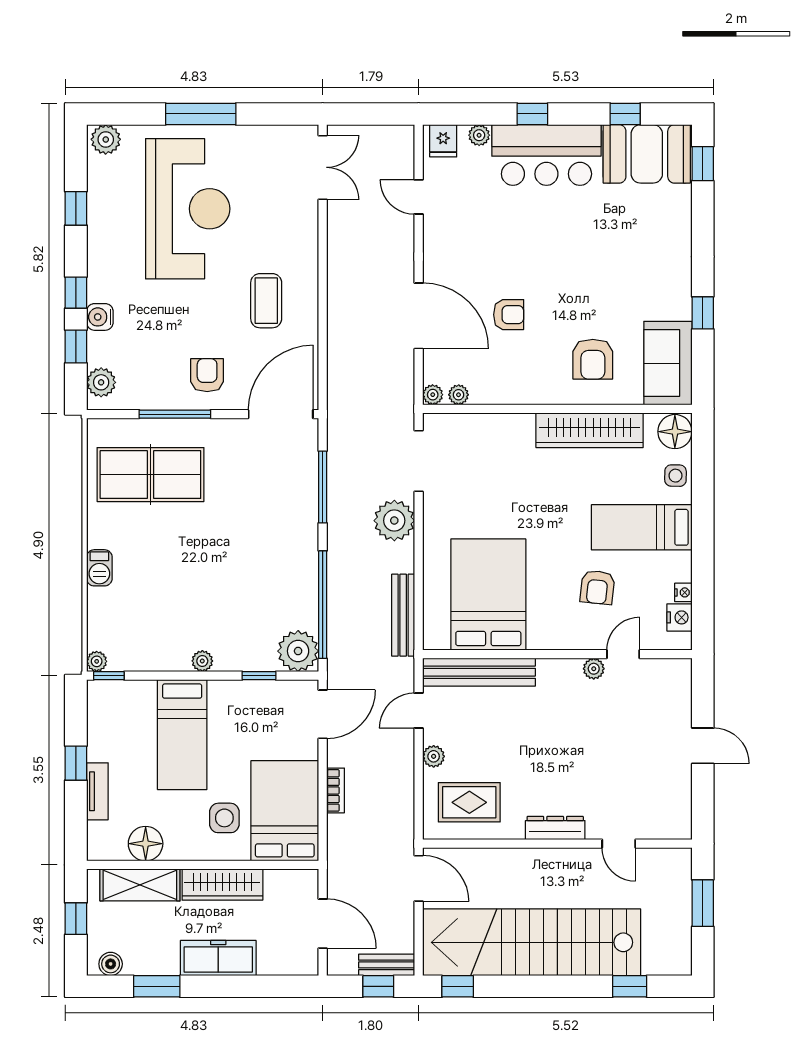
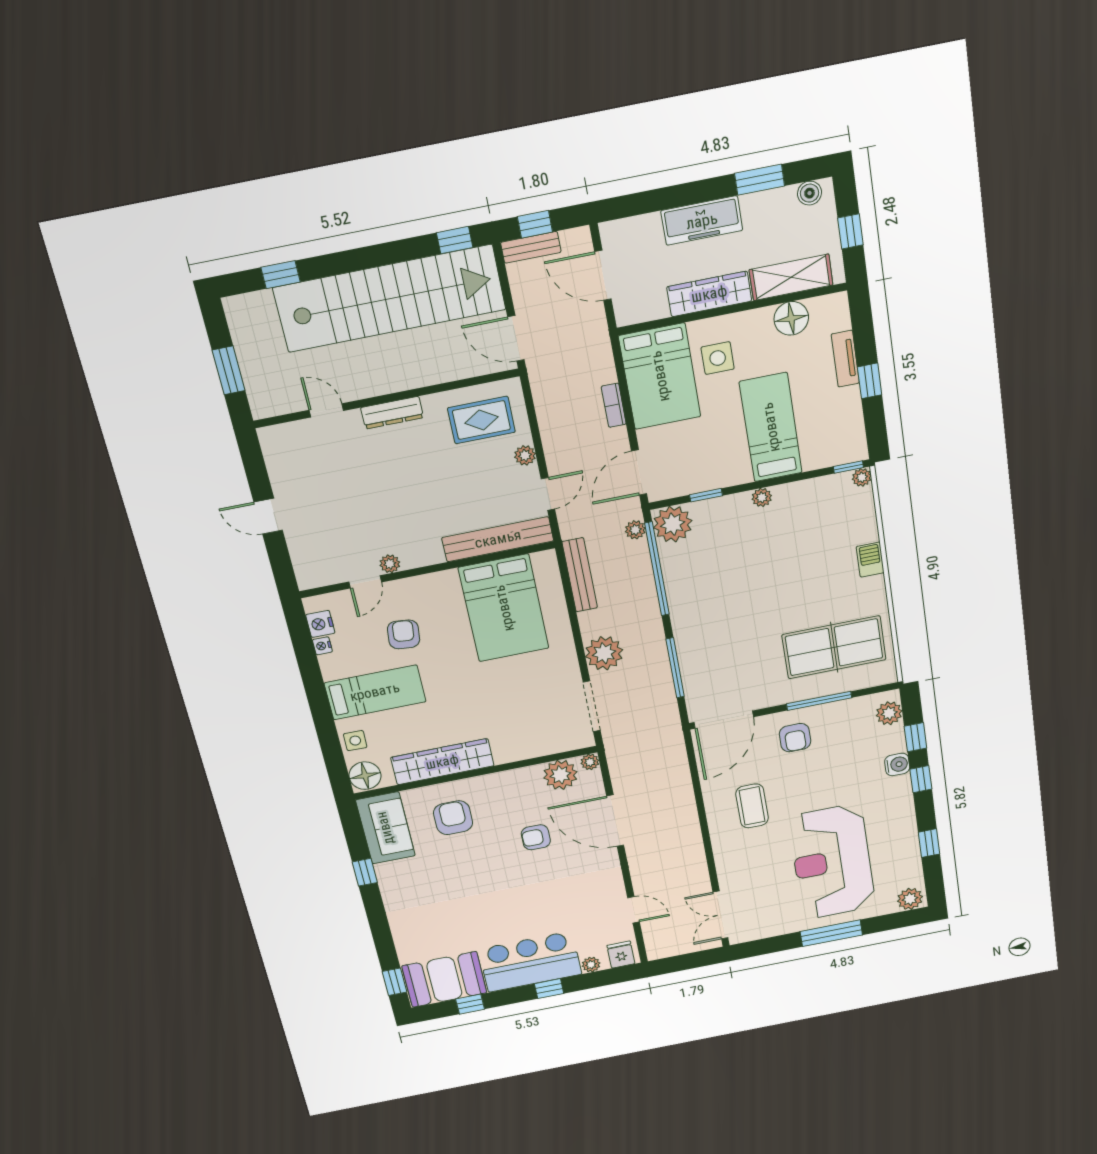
plant: (459, 395) -> (560, 775), width x1.88, depth x1.88
plant: (337, 653) -> (635, 530), added

